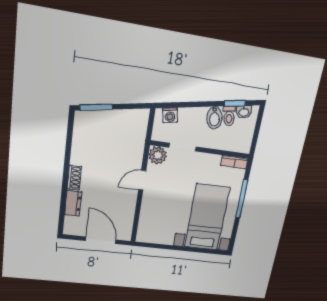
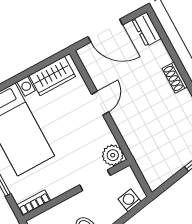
door: (142, 180) -> (100, 103), moved
dresser: (73, 203) -> (147, 29), moved
wardrobe: (158, 235) -> (52, 76), added

